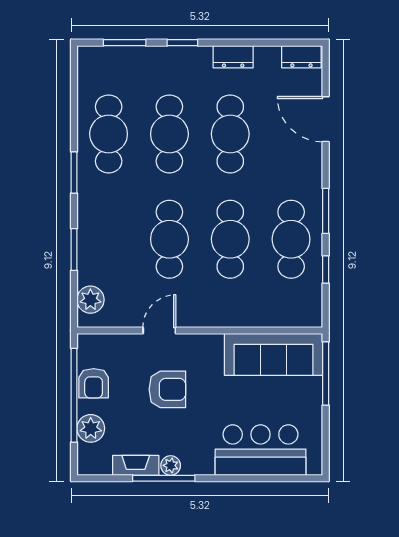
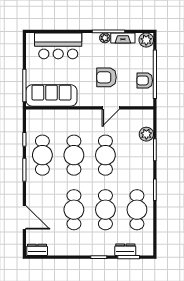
dresser: (233, 57) -> (125, 250), moved
plant: (90, 300) -> (146, 134), moved
armchair: (94, 383) -> (145, 80), turned -90
plant: (91, 428) -> (146, 40), moved

